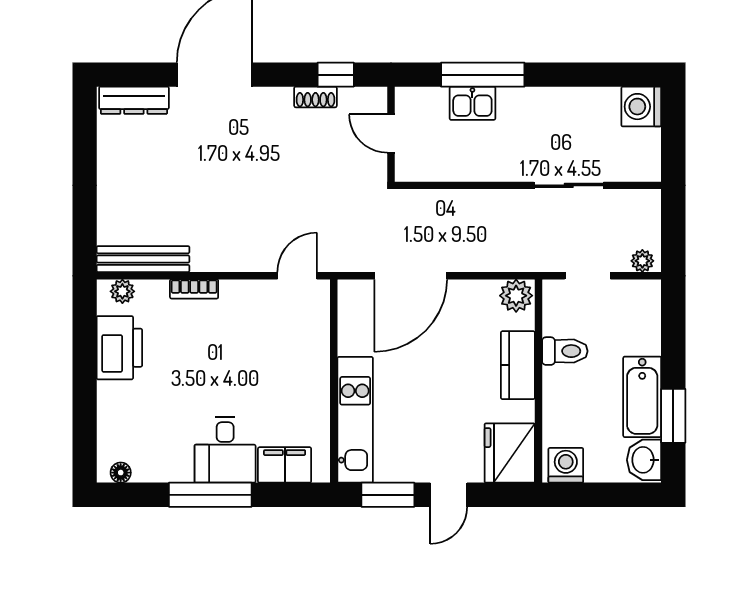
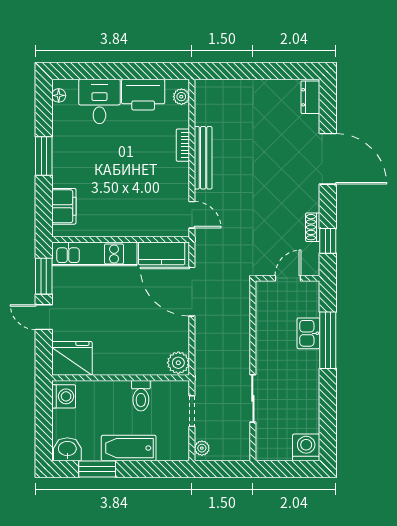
dresser: (134, 100) -> (310, 97), width x0.70
bench: (143, 259) -> (203, 158), moved
kitchen counter: (518, 365) -> (162, 253), moved, turned 180
bathtub: (642, 397) -> (129, 448), moved
desk: (225, 450) -> (99, 101), moved, turned 90
window: (210, 495) -> (44, 156), width x0.69

